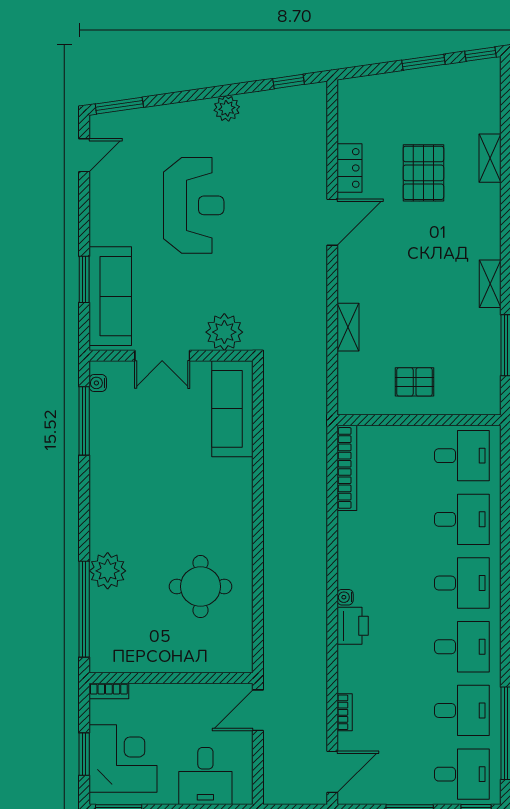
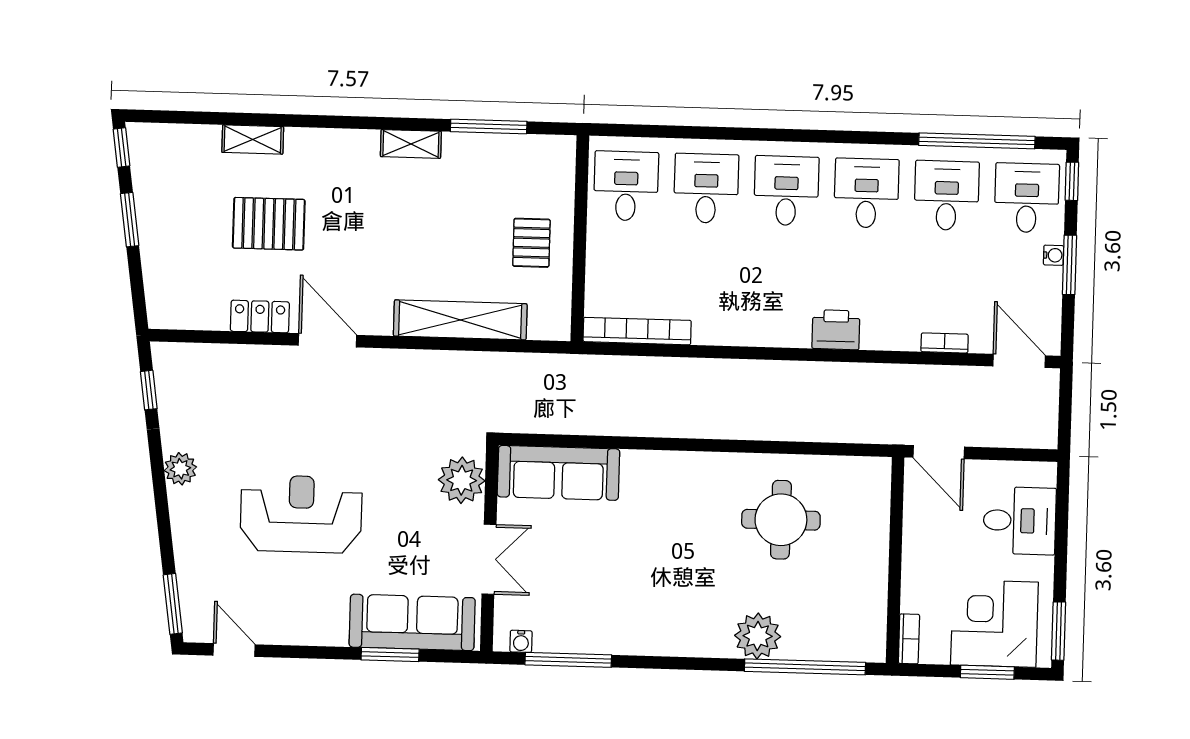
shelving: (348, 327) -> (460, 320), width x2.20, depth x1.33
water cooler: (345, 597) -> (1054, 255), moved, turned -90

